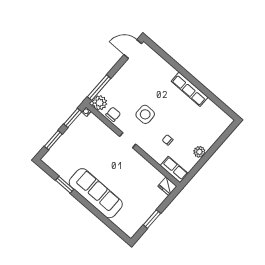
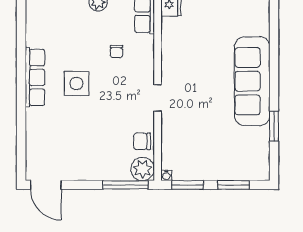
side table: (145, 114) -> (76, 83), moved

